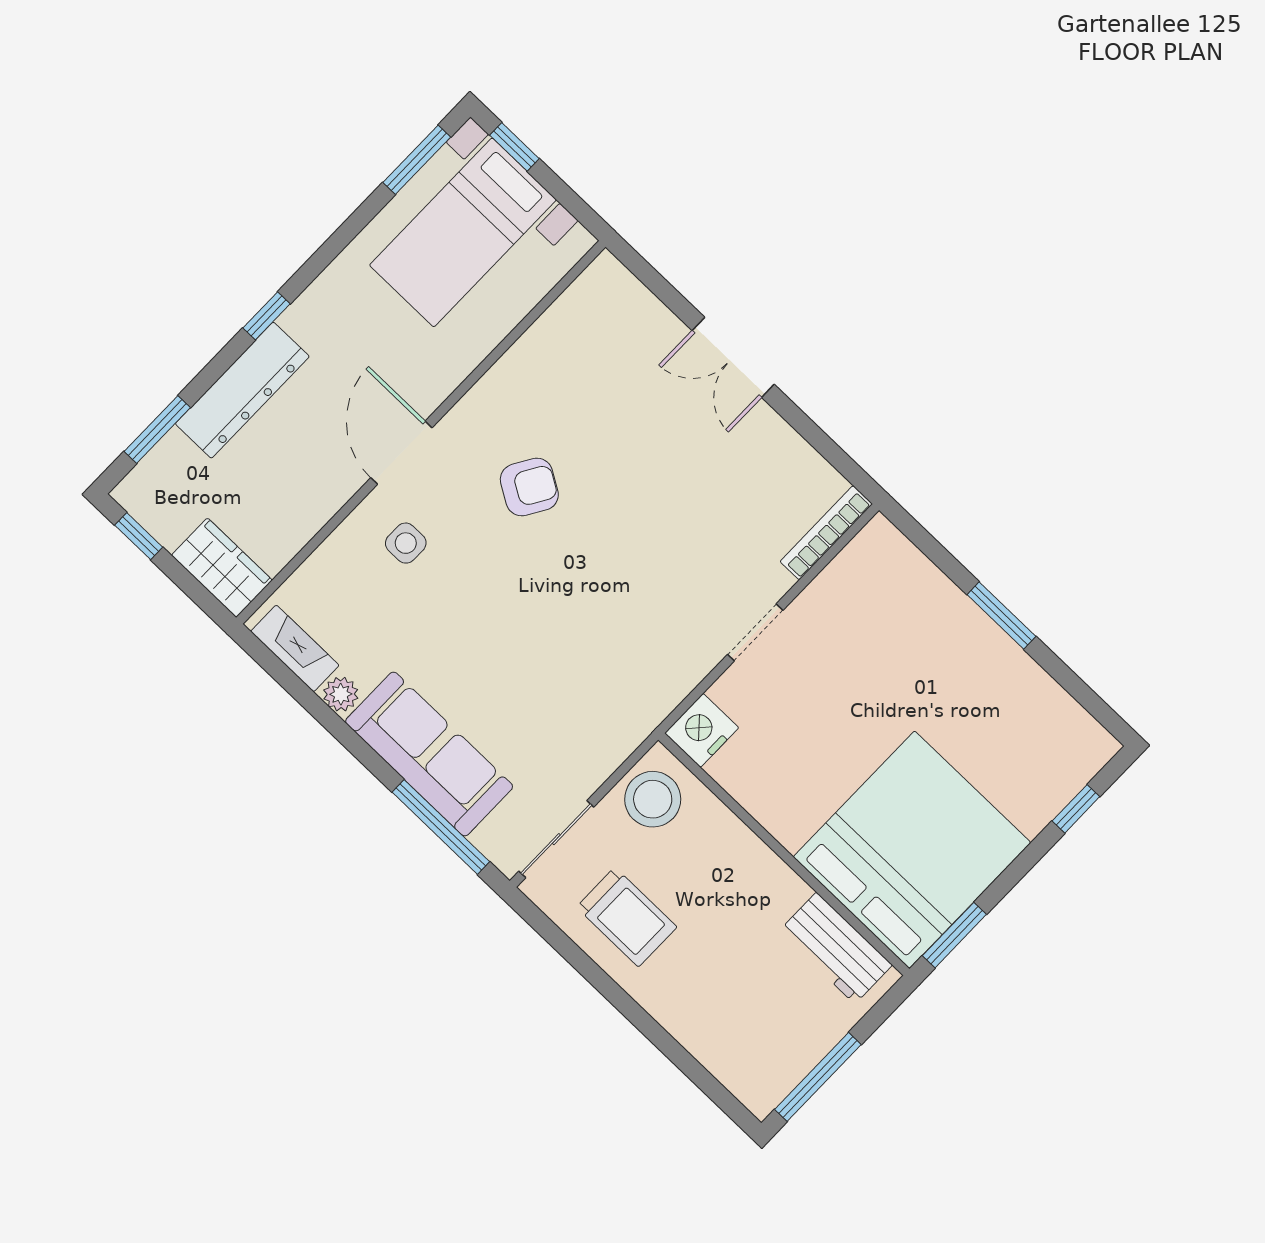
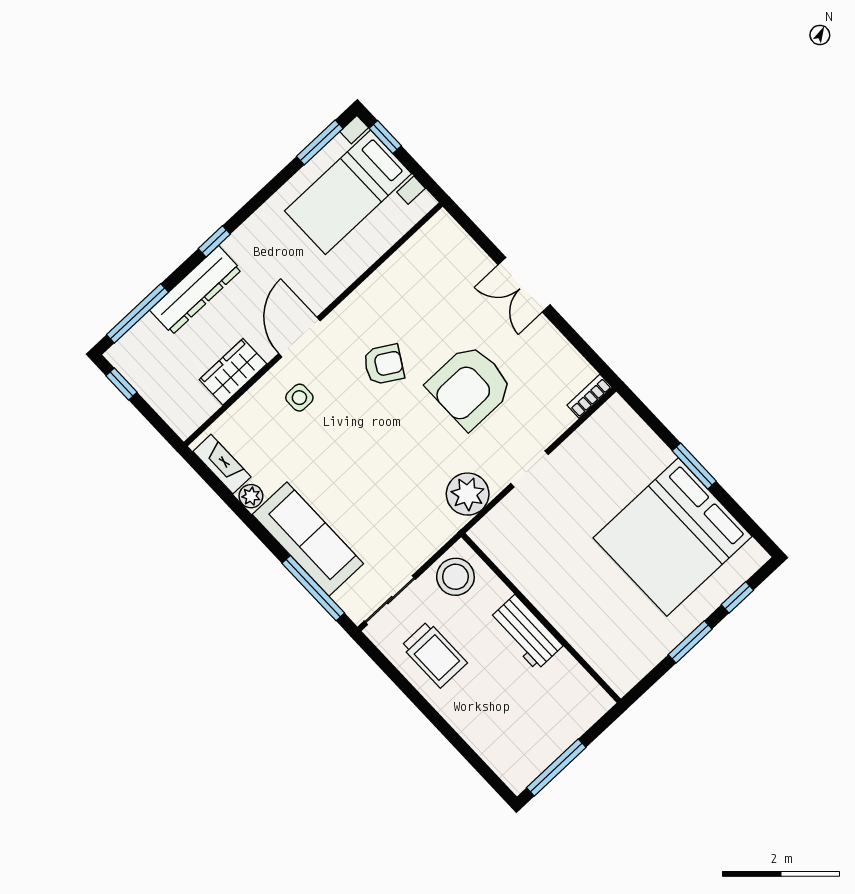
window: (157, 429) -> (137, 313), width x1.44
armchair: (660, 514) -> (470, 387), added
bookcase: (826, 533) -> (590, 396), width x0.64
wardrobe: (222, 568) -> (233, 372), moved, turned -90
plant: (665, 675) -> (468, 494), added
nightstand: (702, 730) -> (490, 533), removed
bed: (912, 850) -> (673, 537), moved, turned 180
window: (954, 935) -> (690, 642), moved
workbench: (836, 948) -> (526, 633), moved

